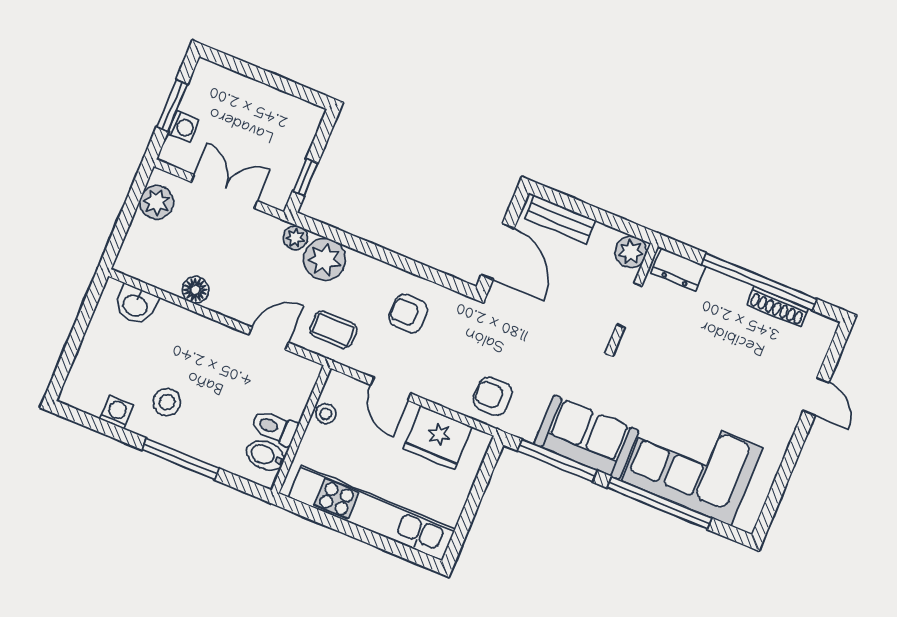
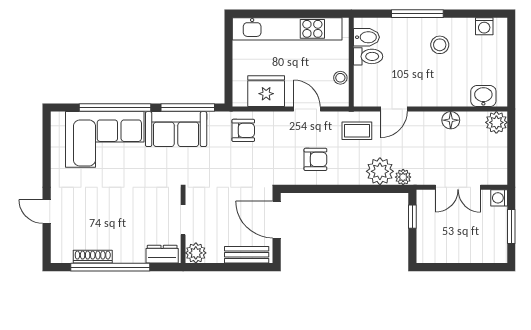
washing machine: (183, 127) -> (499, 198), moved
plant: (157, 202) -> (496, 122), moved
washing machine: (117, 412) -> (484, 26), moved

